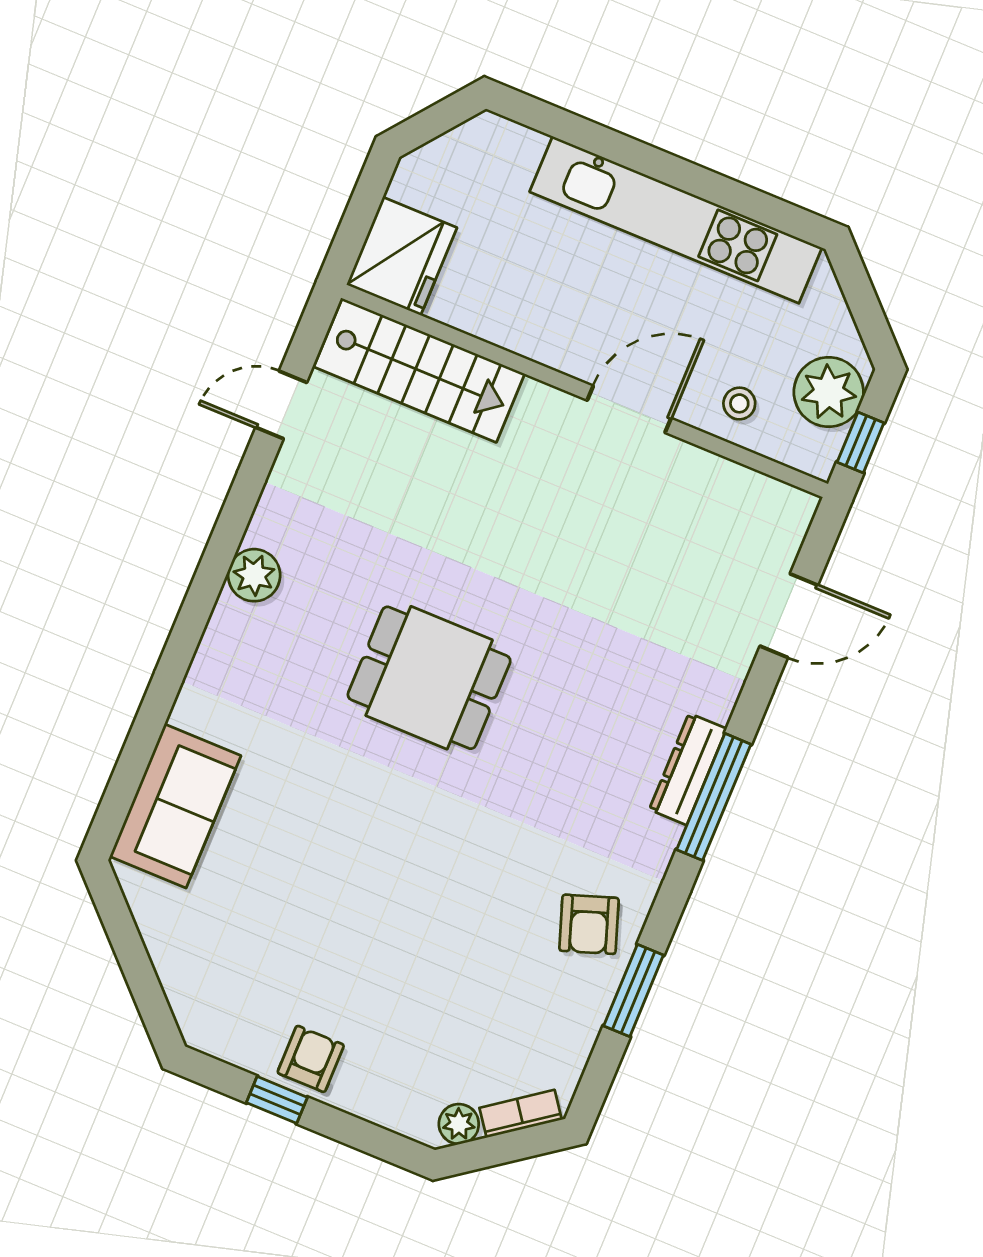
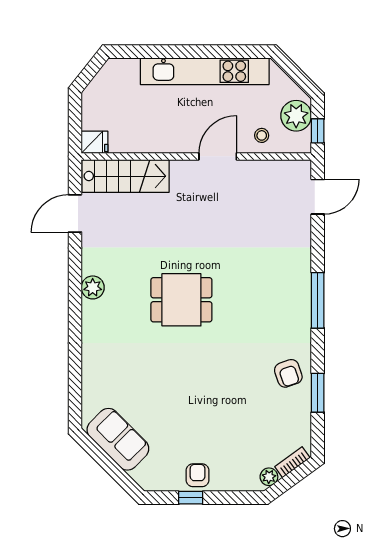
fridge: (402, 256) -> (94, 142), width x0.53, depth x0.75
door: (281, 405) -> (75, 213), width x1.38
door: (789, 616) -> (318, 197), moved
dresser: (688, 769) -> (302, 293), removed
sofa: (175, 806) -> (118, 439), moved, turned -45

